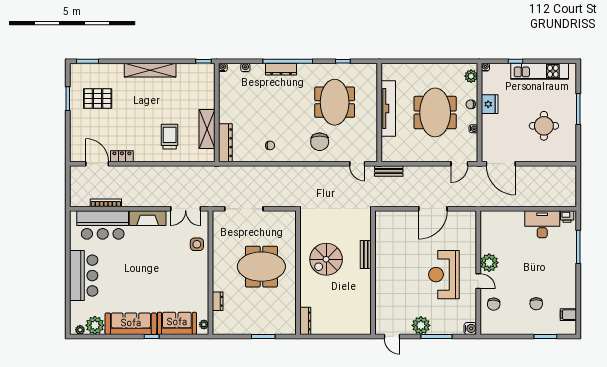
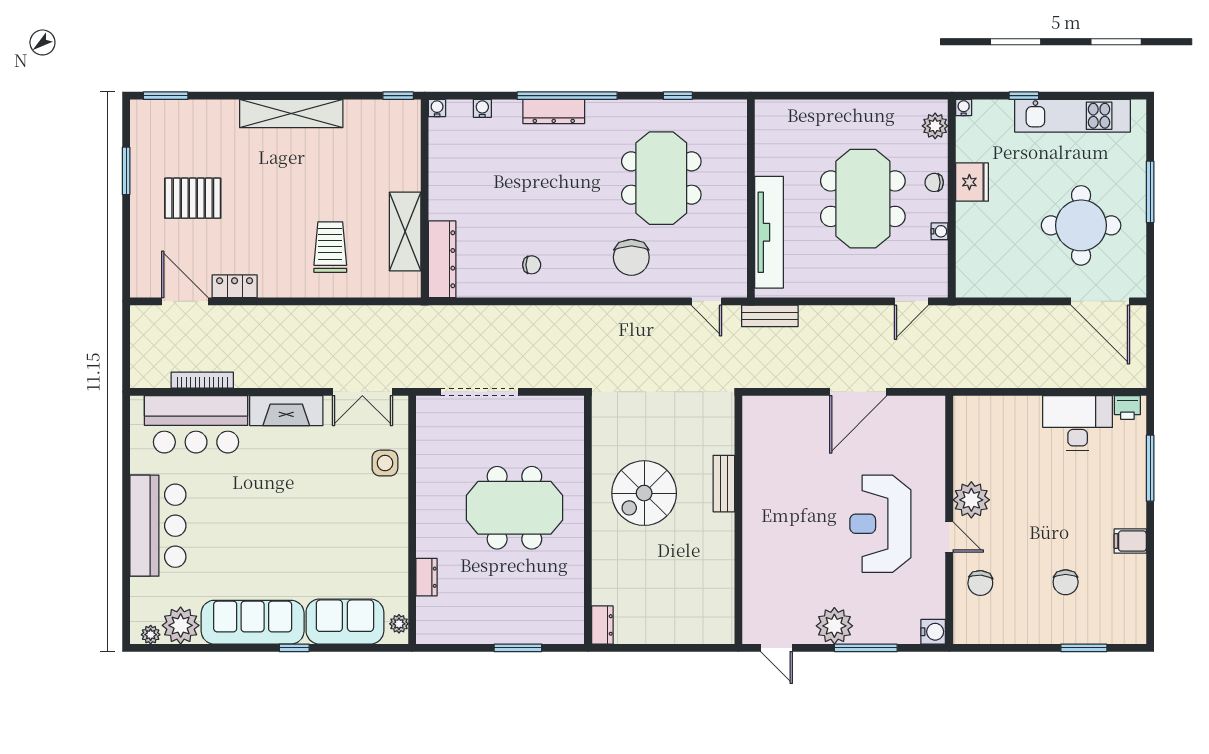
pallet: (98, 98) -> (193, 198), moved
tv unit: (388, 108) -> (769, 232), moved
round table: (544, 126) -> (1081, 225), width x1.36, depth x1.36
door: (501, 164) -> (1100, 301), moved
filing cabinet: (568, 315) -> (1130, 541), moved
dresser: (305, 321) -> (602, 625), width x0.70

